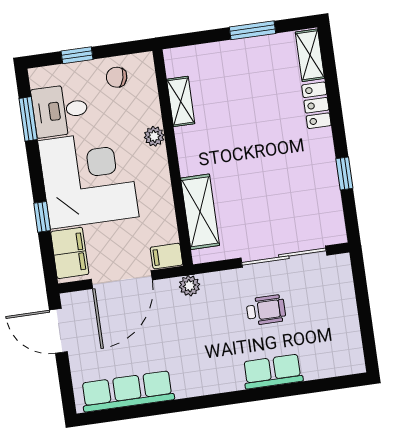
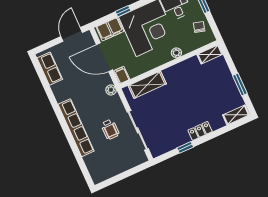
shelving: (181, 101) -> (210, 54), moved
locker: (316, 105) -> (200, 131), moved
row of seats: (273, 372) -> (76, 128), width x2.02
row of seats: (127, 391) -> (50, 69), width x0.68

